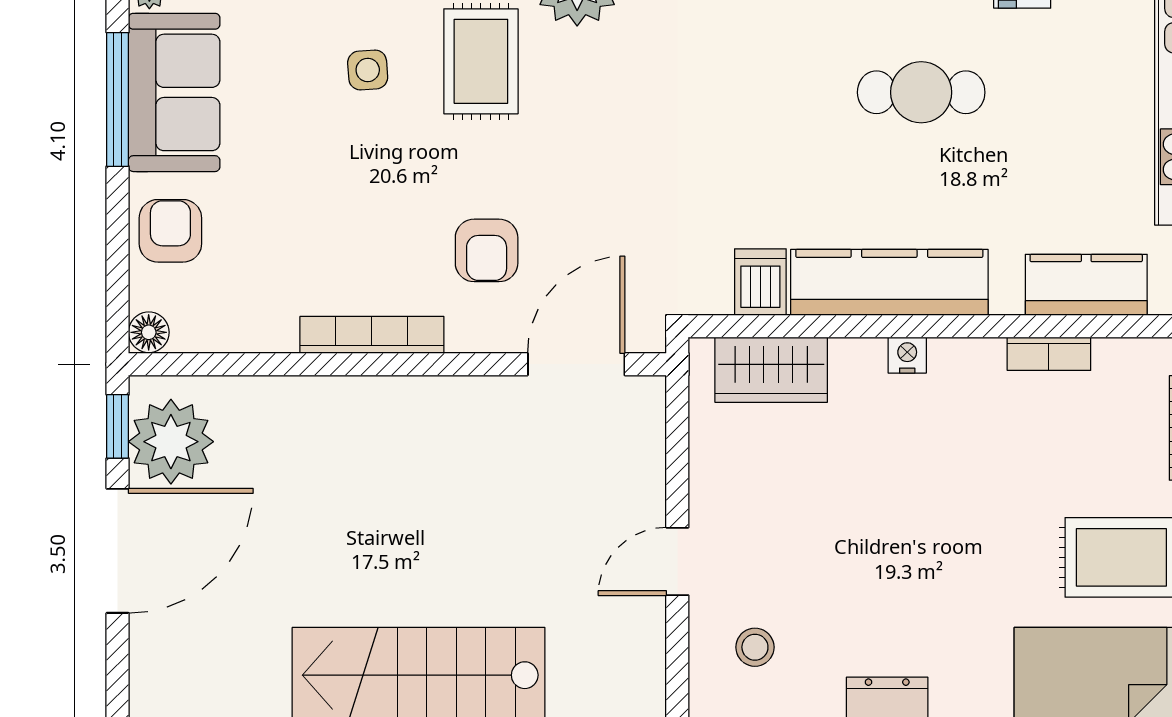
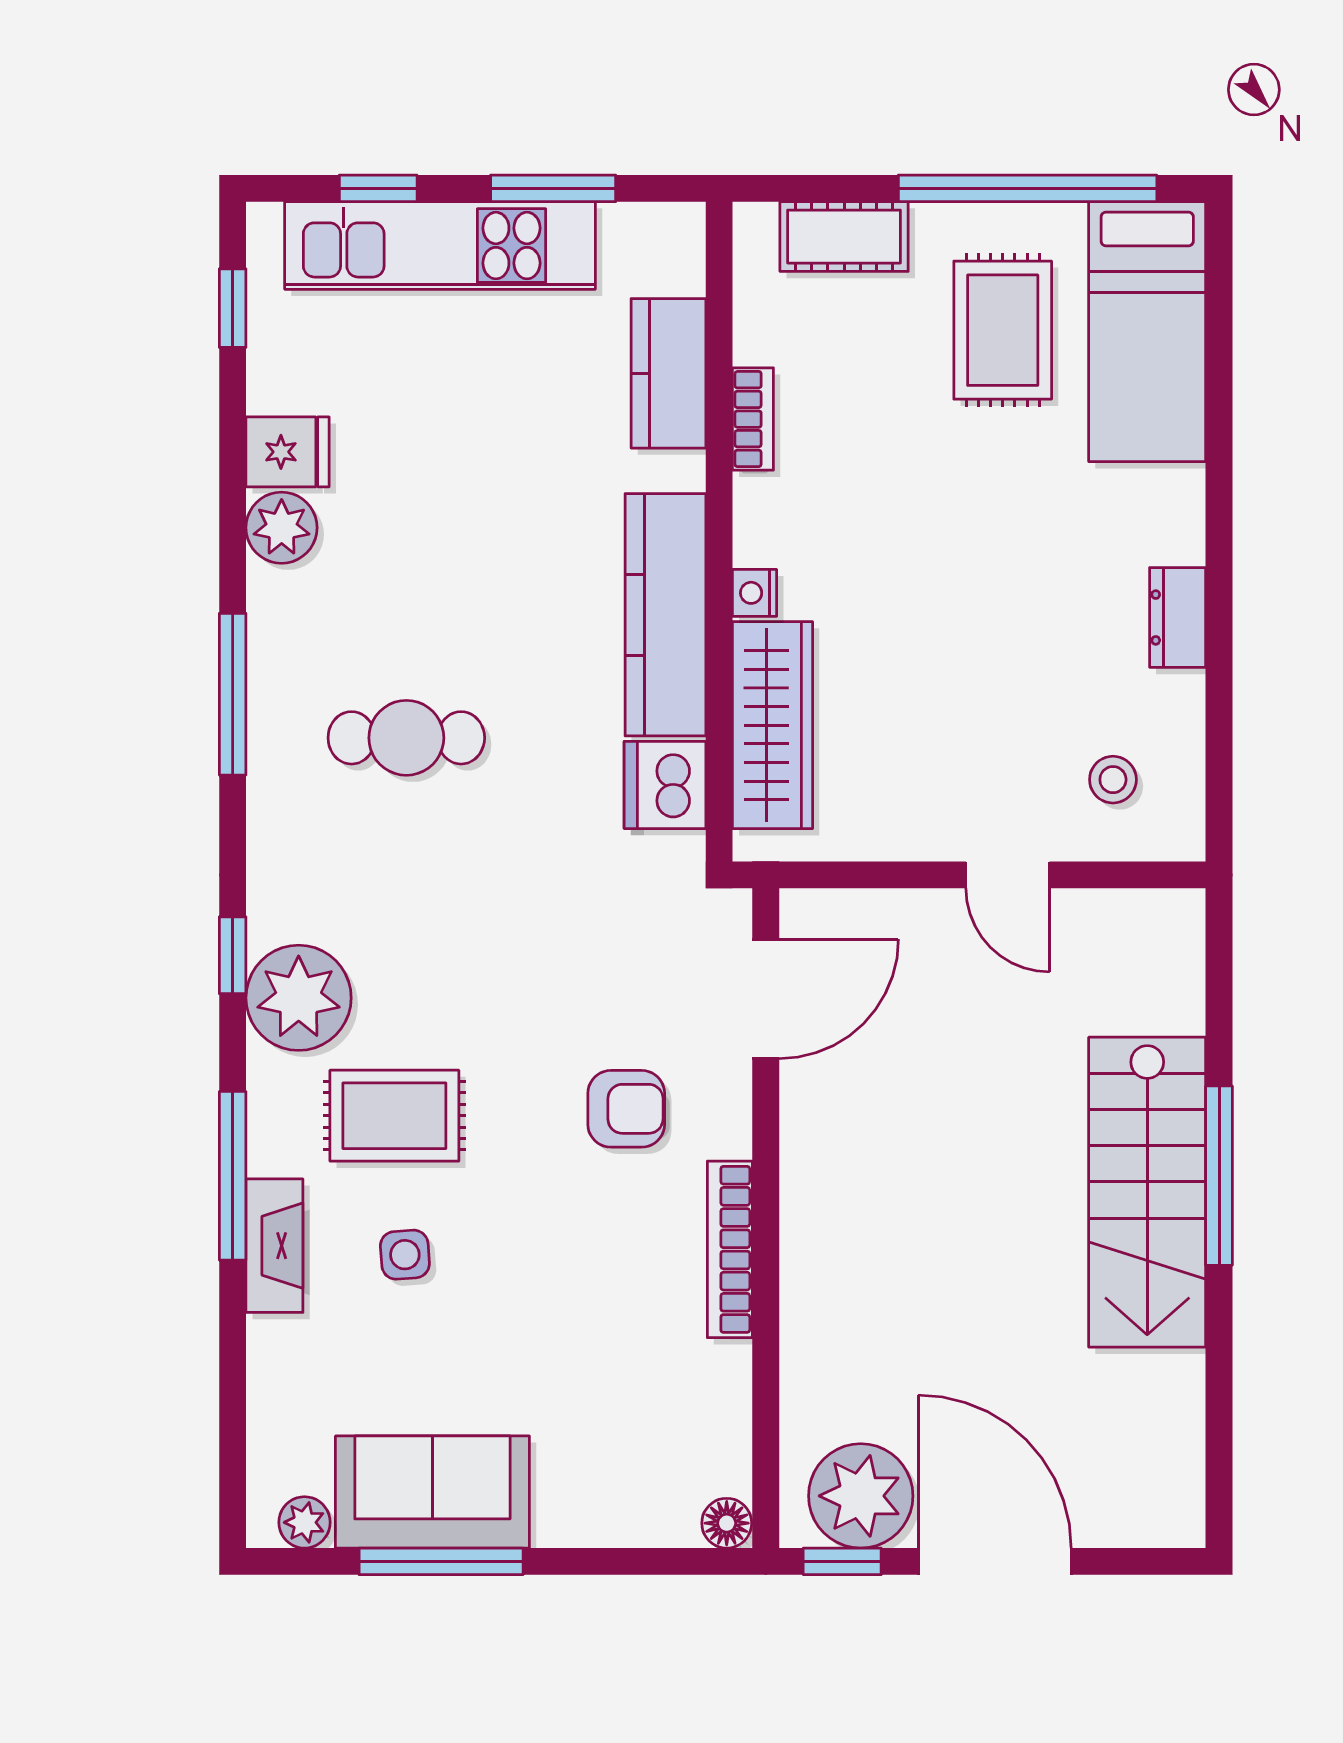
cafe table: (921, 92) -> (406, 738), moved, turned 90
armchair: (170, 231) -> (602, 1497), removed
dishwasher: (760, 282) -> (665, 785), width x1.38
door: (576, 364) -> (766, 999), swing flipped
wardrobe: (771, 370) -> (773, 725), width x1.50

